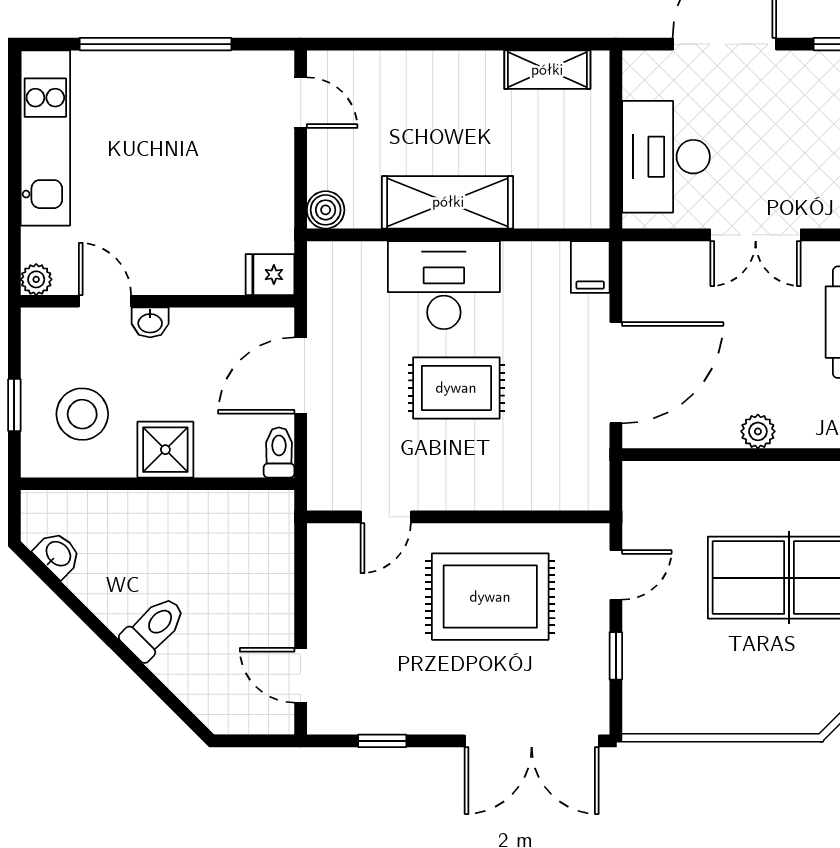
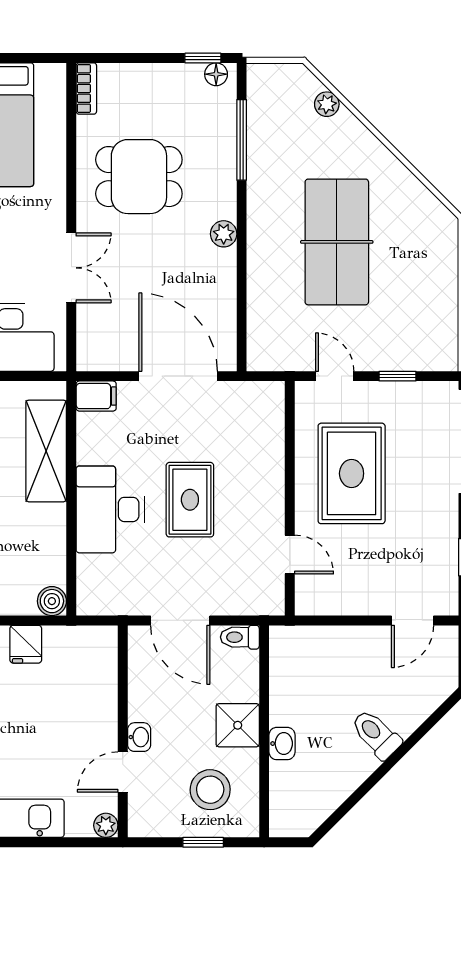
shelving: (448, 202) -> (46, 451), moved
fridge: (270, 275) -> (26, 644), moved
plant: (758, 431) -> (224, 234), moved
washbasin: (58, 554) -> (282, 744), moved, turned 135

